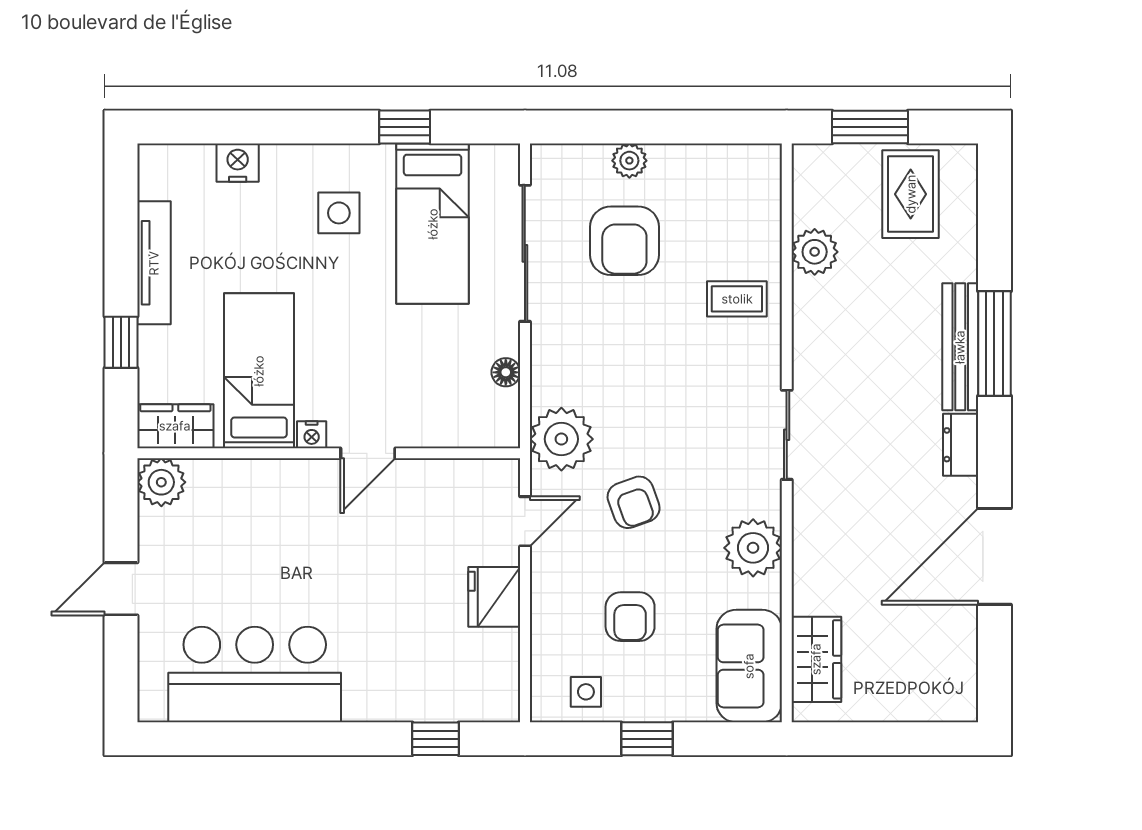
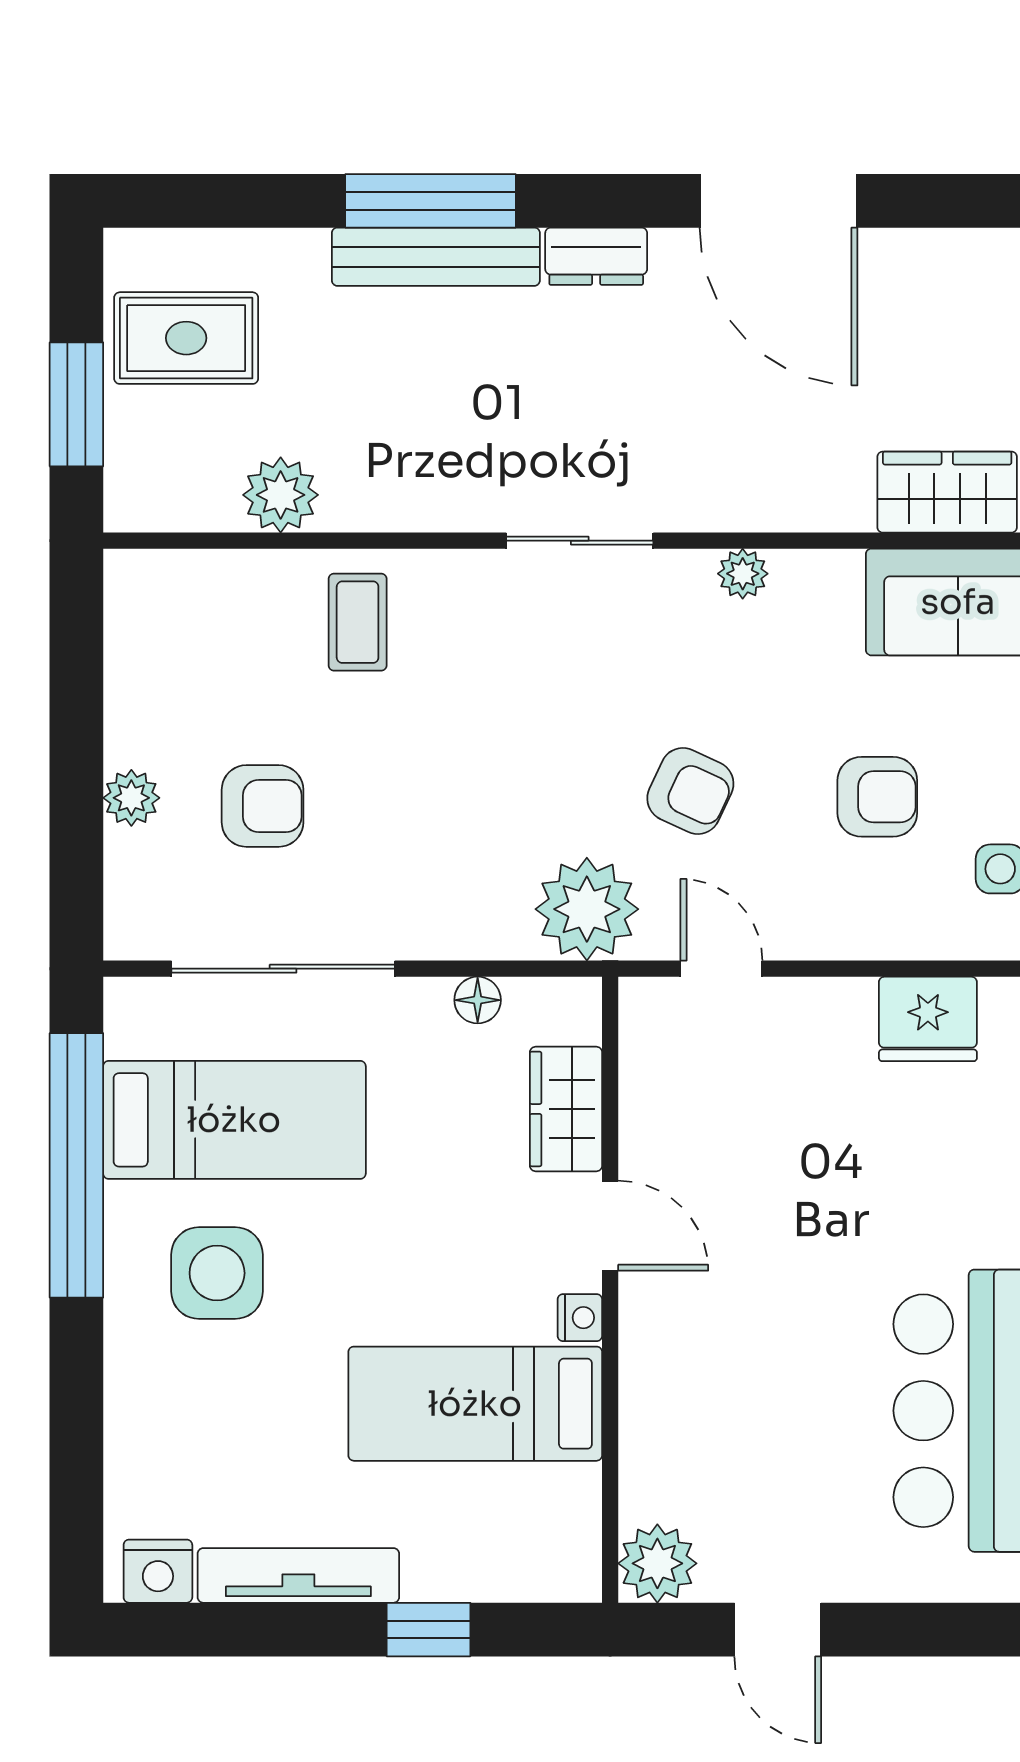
window: (405, 127) -> (76, 1165), width x3.17
nightstand: (238, 163) -> (158, 1571), moved, turned -90
side table: (339, 213) -> (217, 1273), width x1.37, depth x1.37
armchair: (624, 241) -> (263, 806), width x0.72, depth x0.72
wardrobe: (175, 426) -> (566, 1109), moved
armchair: (634, 502) -> (690, 791), turned 45
plant: (753, 548) -> (743, 574), width x0.53, depth x0.53
door: (121, 589) -> (778, 1630), moved
fridge: (494, 597) -> (928, 1019), moved

